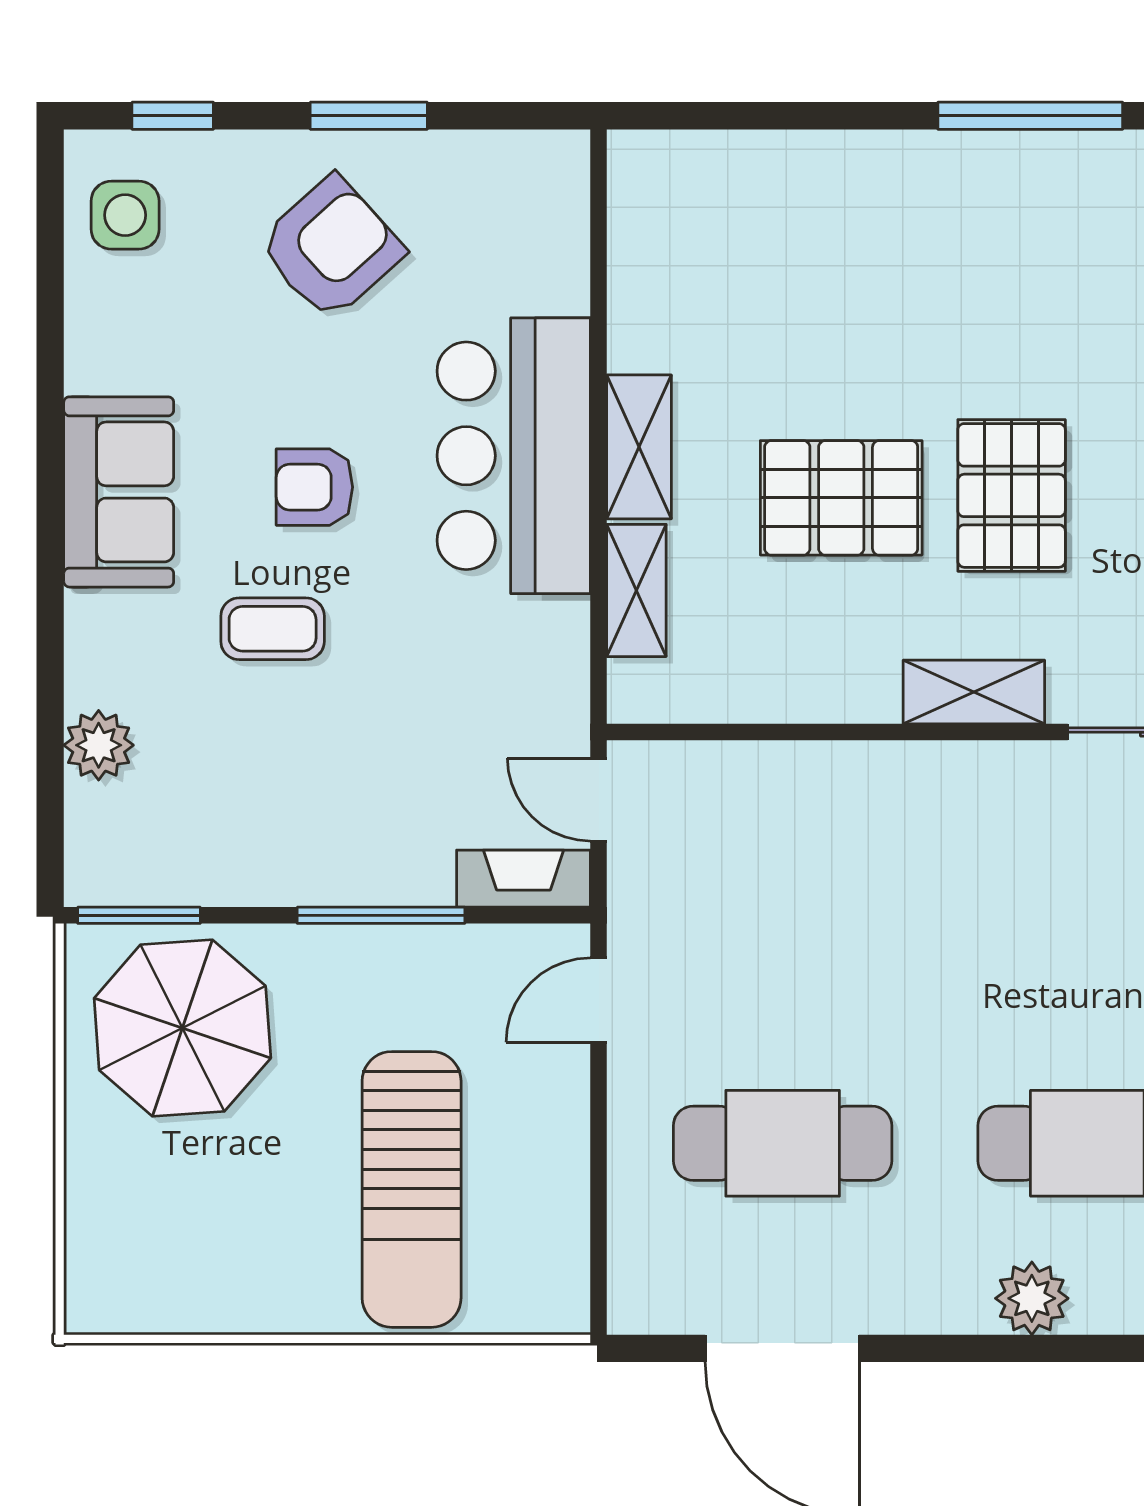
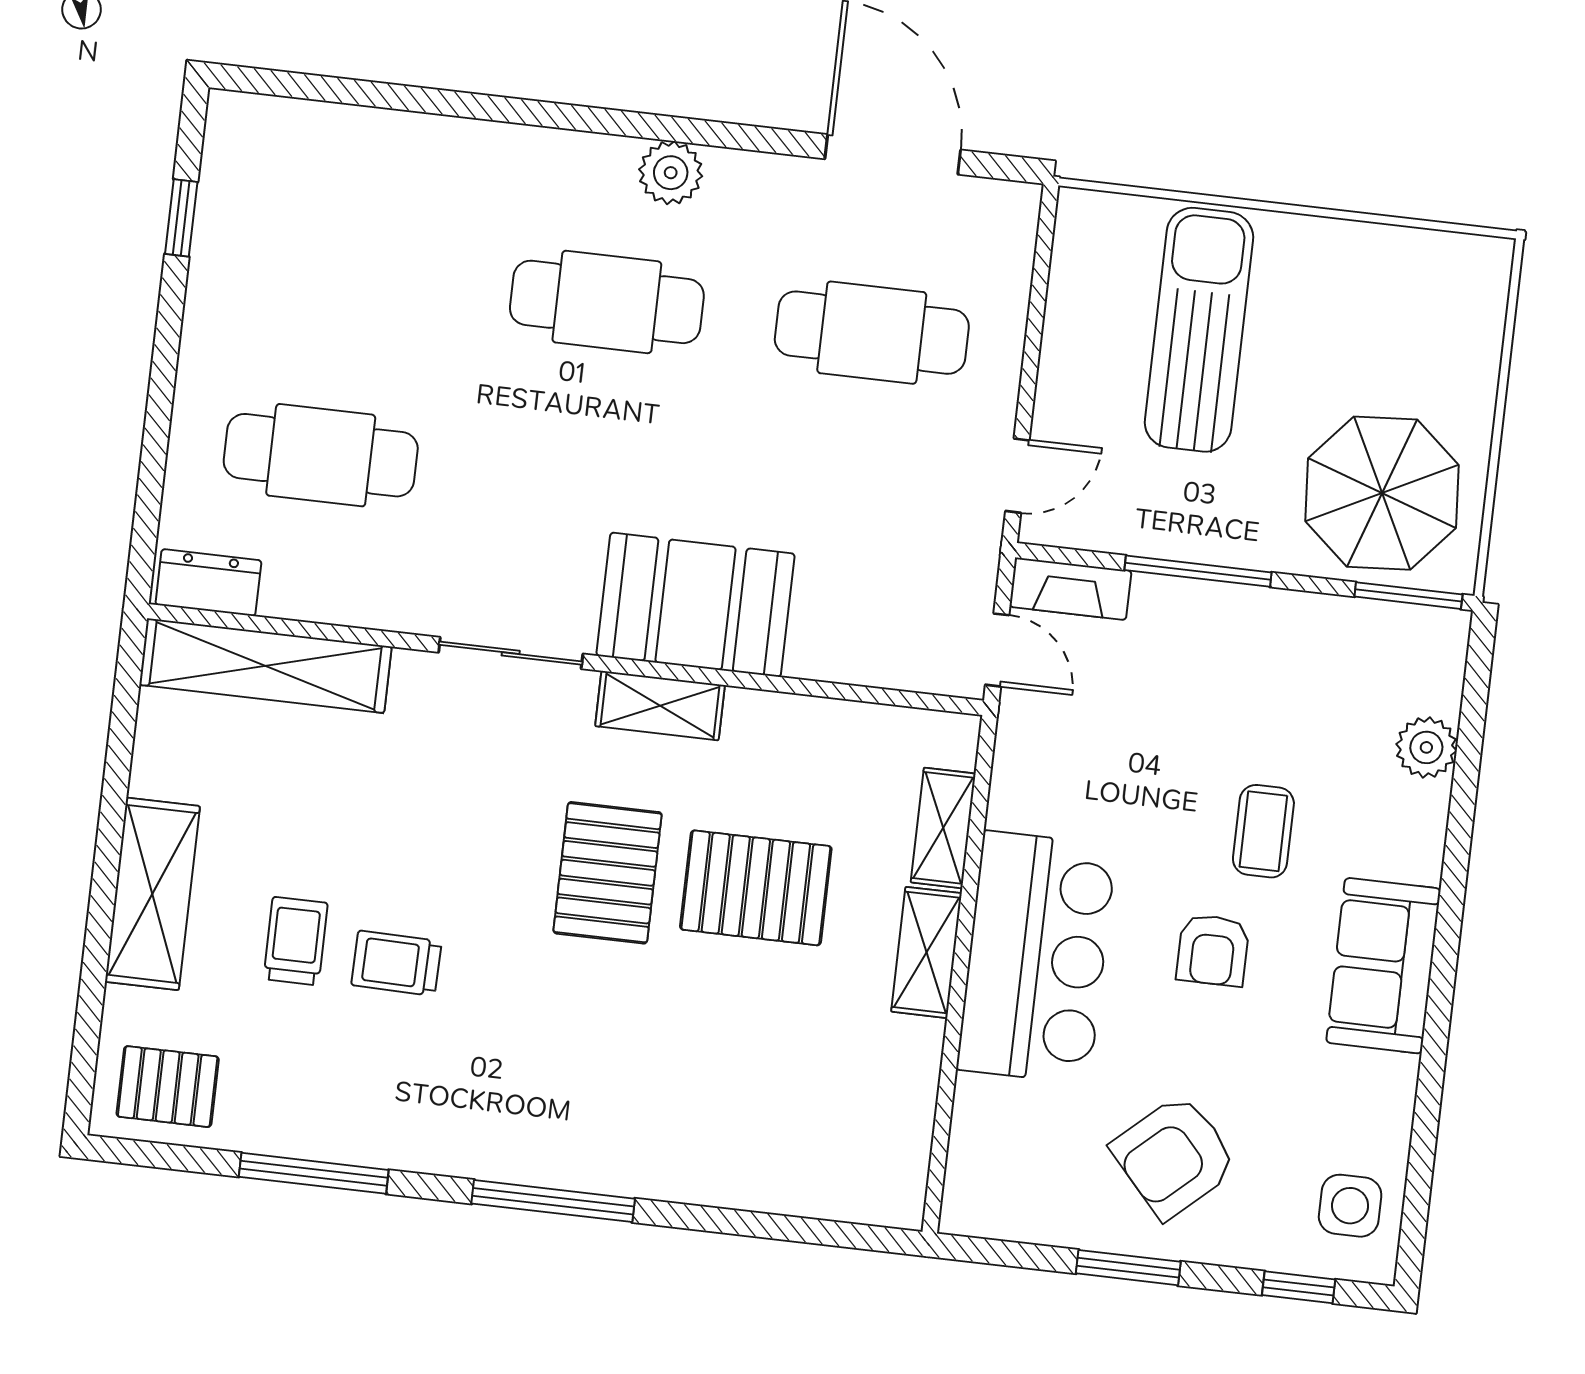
armchair: (314, 487) -> (1213, 950), turned 90
coffee table: (273, 629) -> (1263, 831), turned 90
booth: (947, 811) -> (696, 605), added

